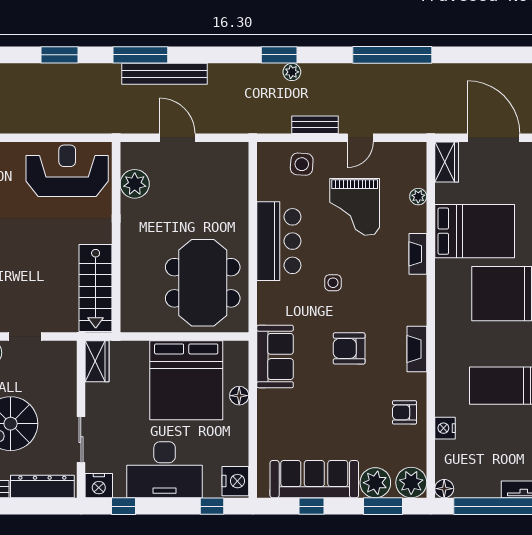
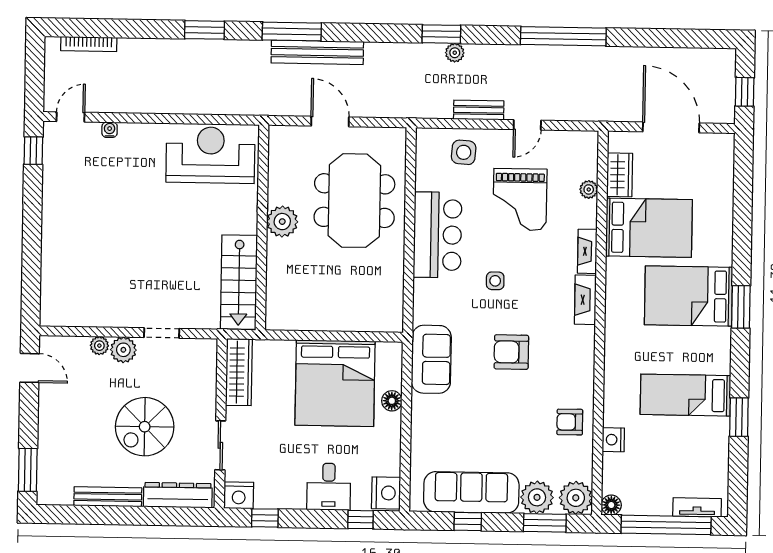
wardrobe: (447, 162) -> (620, 175), moved
plant: (135, 184) -> (282, 222), moved
meeting table: (203, 283) -> (354, 201), moved
fireplace: (417, 349) -> (585, 300), moved
wardrobe: (97, 361) -> (239, 372), width x1.50
desk: (165, 470) -> (329, 487), width x0.53, depth x0.77

